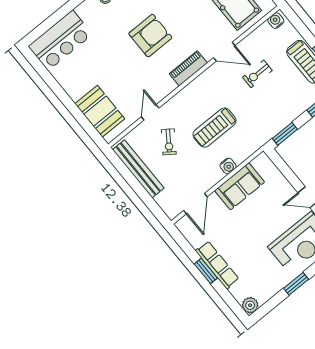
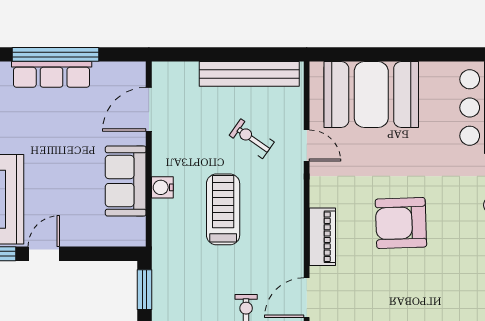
armchair: (150, 36) -> (401, 223), turned 88
booth: (100, 111) -> (371, 95), width x1.36, depth x1.42
door: (195, 204) -> (149, 109), hinge flipped
window: (206, 271) -> (56, 54), width x2.11

